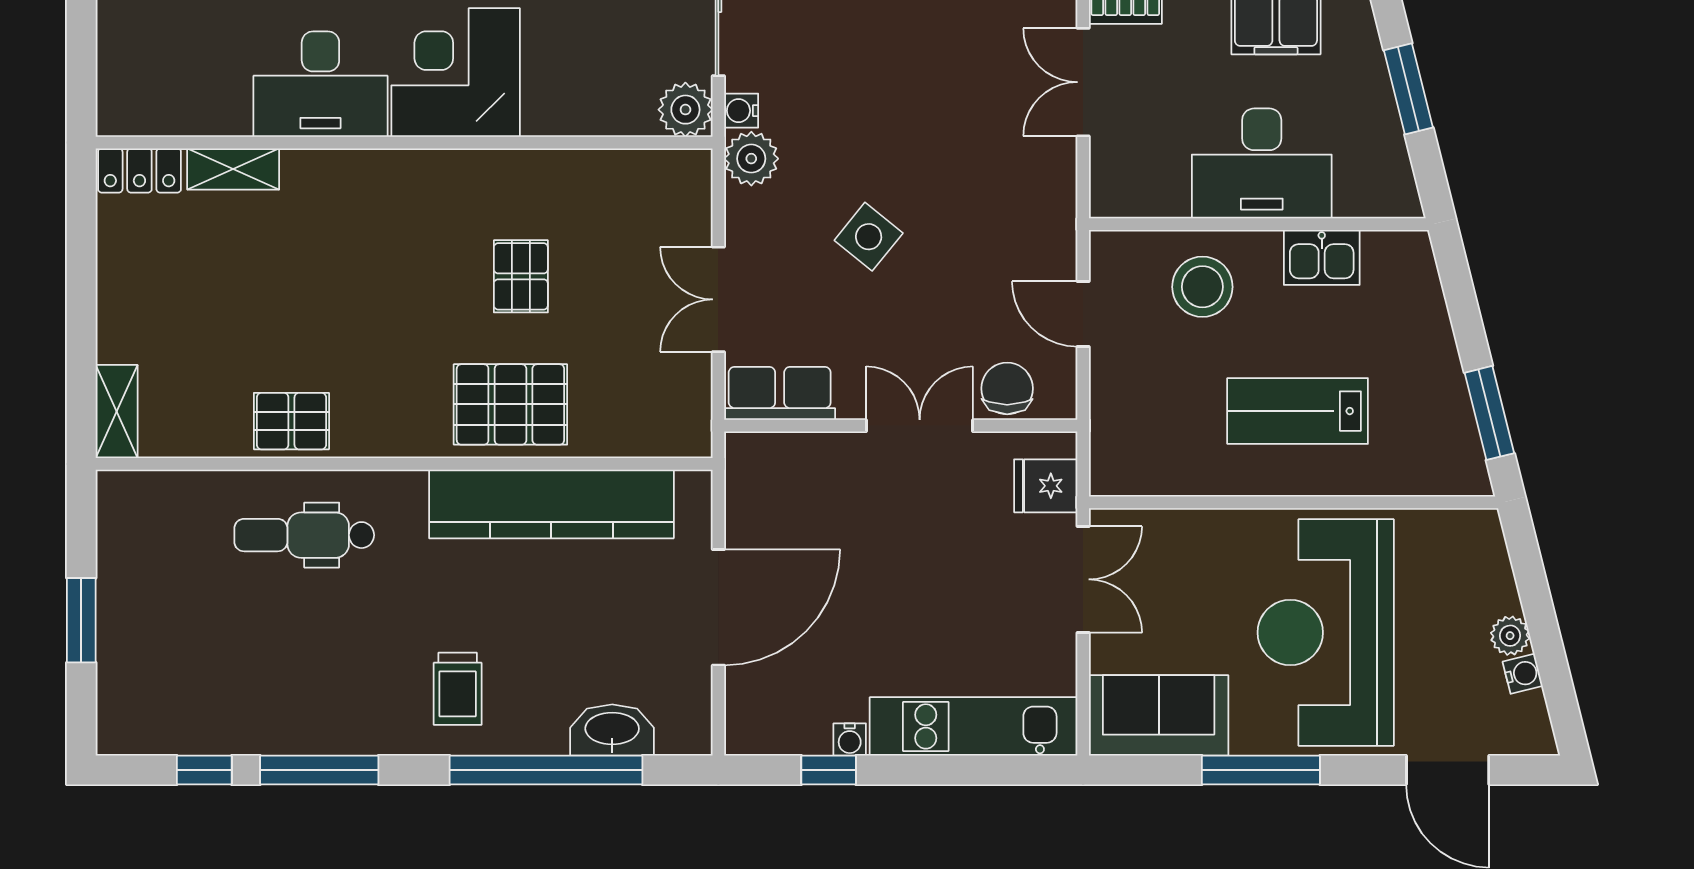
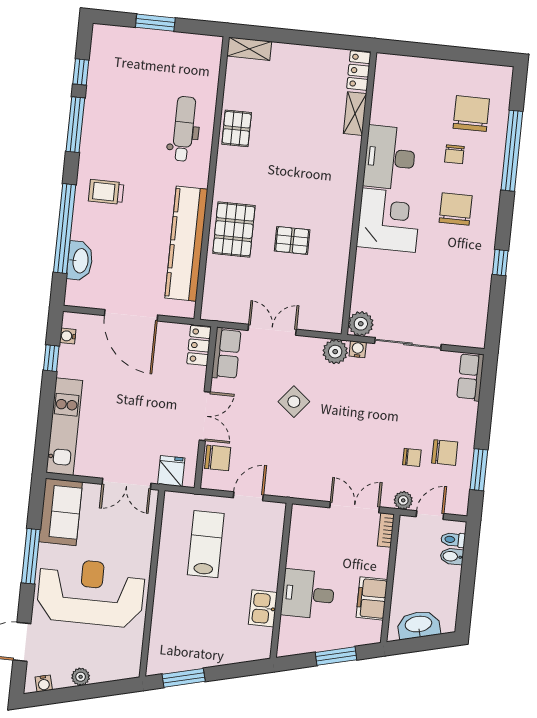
desk: (1262, 163) -> (308, 594), width x0.73
stool: (1202, 287) -> (255, 552), removed
lab bench: (1298, 411) -> (206, 544), moved
locker: (769, 454) -> (199, 346), added
water cooler: (1523, 674) -> (44, 683), moved
water cooler: (850, 739) -> (68, 336), moved

